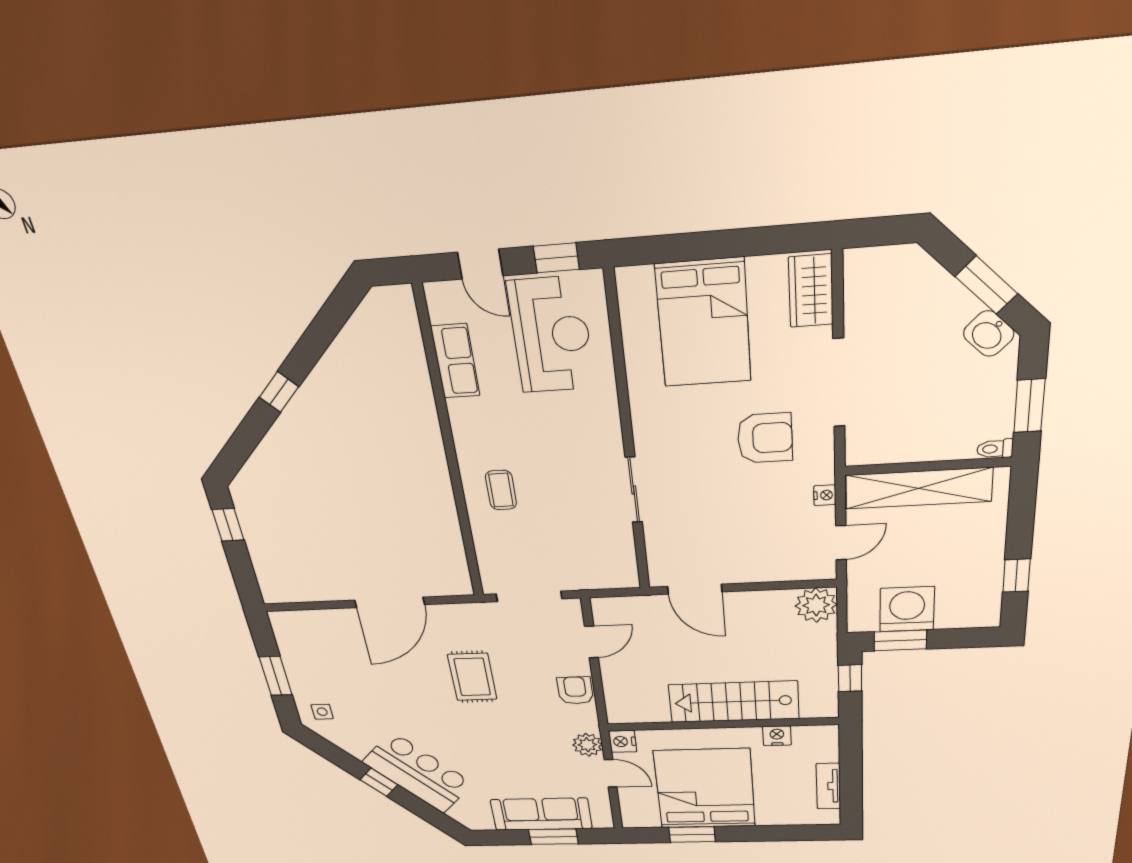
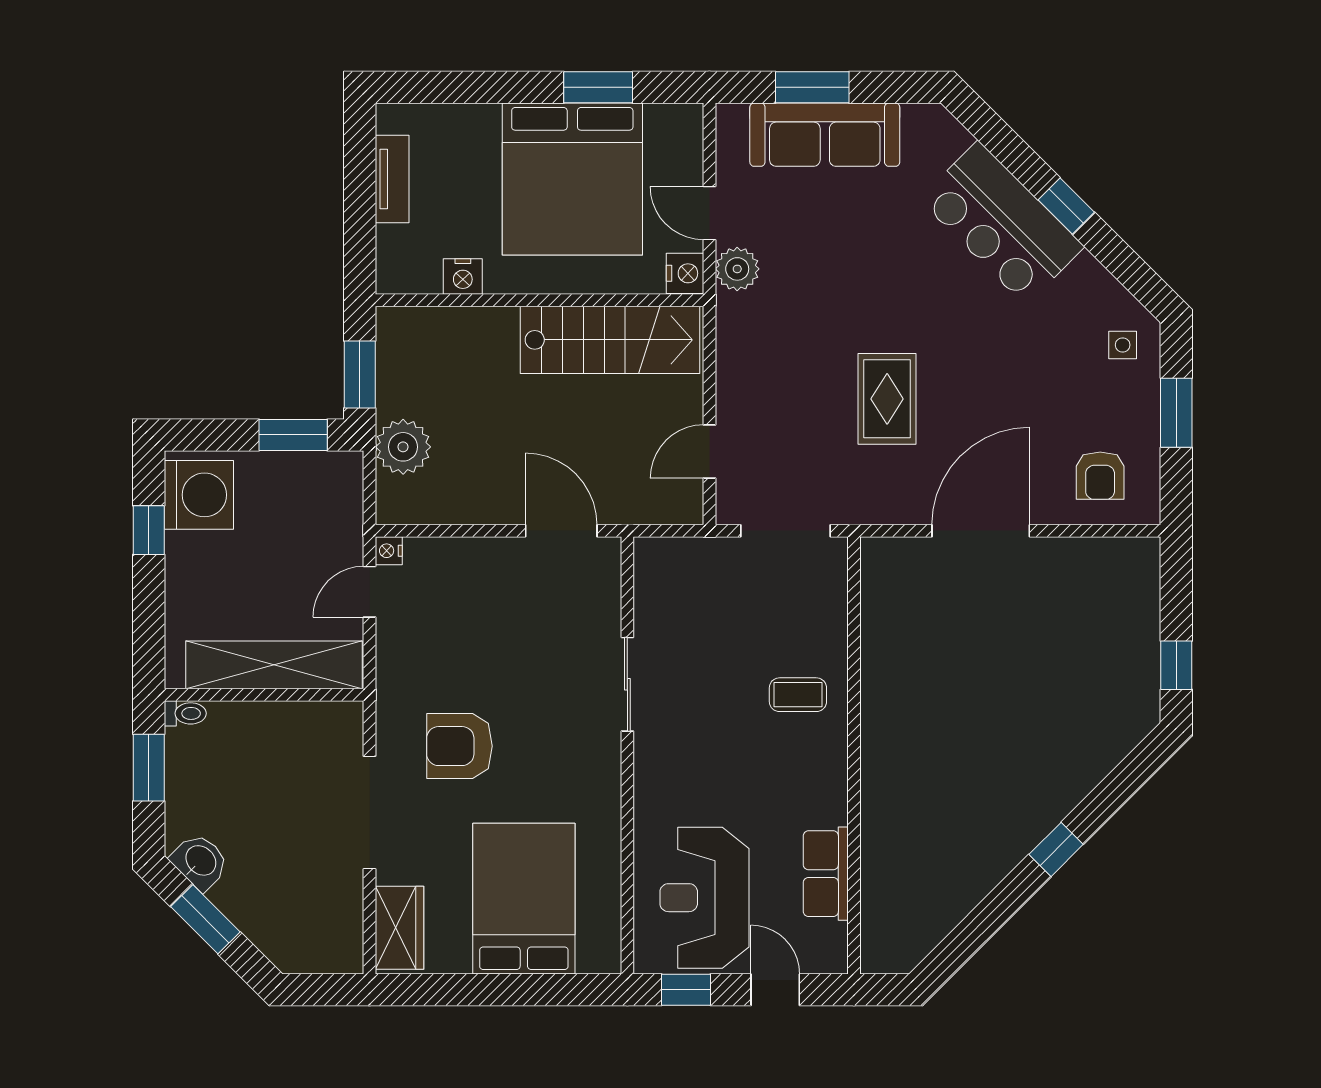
coffee table: (501, 490) -> (798, 695), turned 90
nightstand: (825, 495) -> (389, 551), moved
plant: (816, 605) -> (403, 447), moved
washing machine: (907, 609) -> (199, 495), moved, turned -90
window: (850, 678) -> (360, 375), width x1.50
armchair: (575, 690) -> (1100, 476), moved
stairs: (734, 702) -> (610, 340), moved

